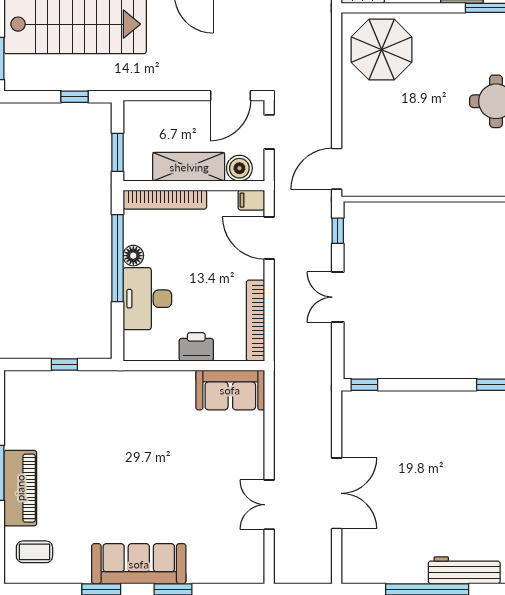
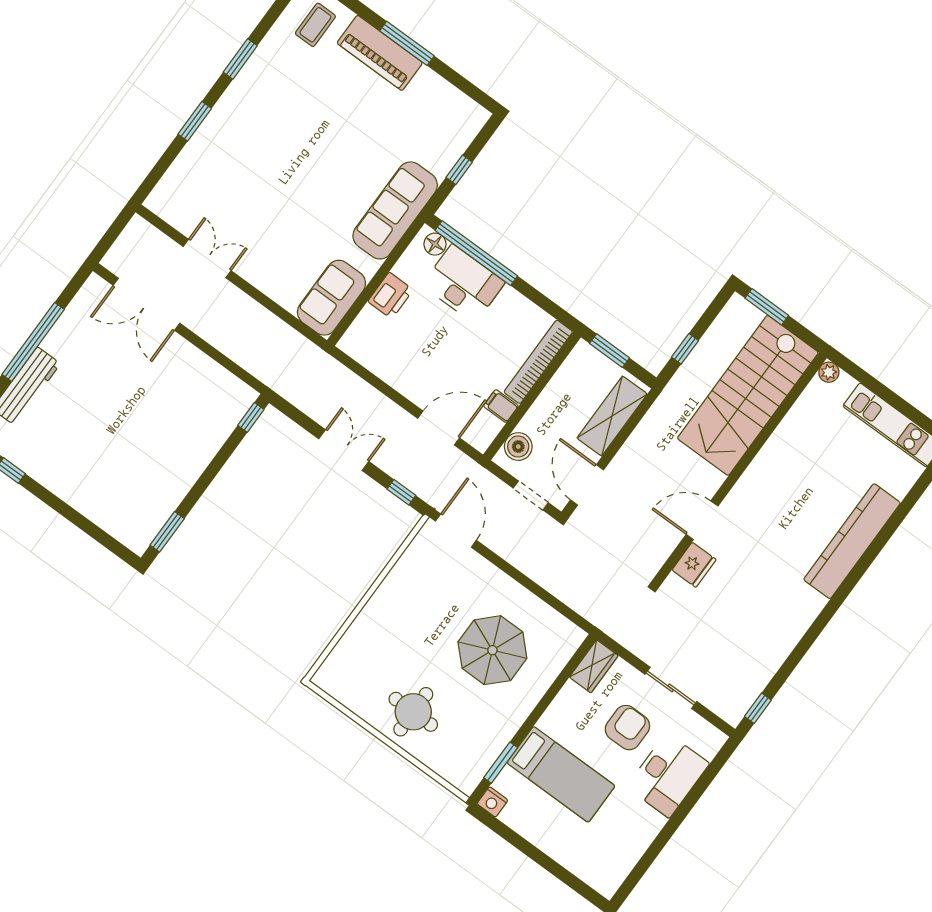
parasol: (382, 50) -> (492, 650), moved
shelving: (189, 167) -> (612, 416), moved
filing cabinet: (251, 200) -> (501, 406), moved, turned -90
floor lamp: (133, 256) -> (435, 244), moved
window: (117, 258) -> (476, 253), moved
bookcase: (256, 321) -> (376, 364), removed
double door: (337, 493) -> (147, 304), moved
sofa: (139, 564) -> (395, 210), moved, turned 180

